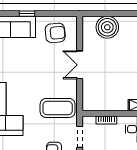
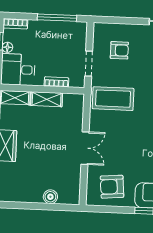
boiler: (107, 27) -> (50, 197), width x0.54, depth x0.54
shelving: (114, 105) -> (47, 99), added

